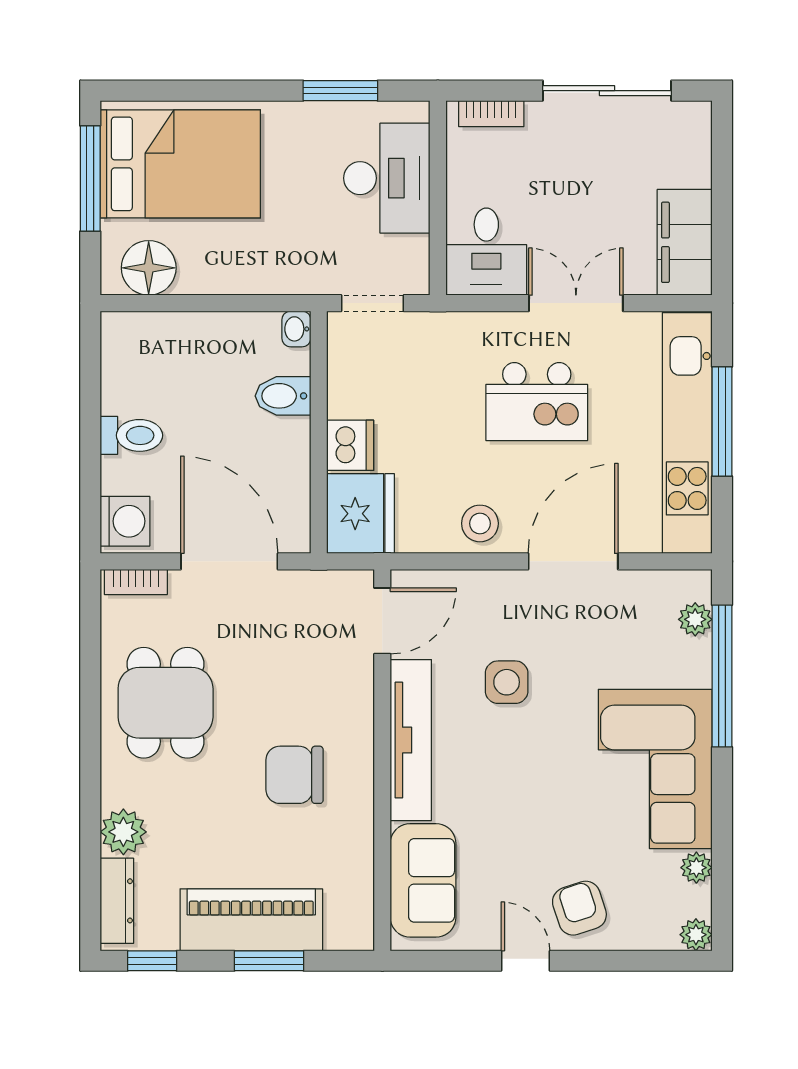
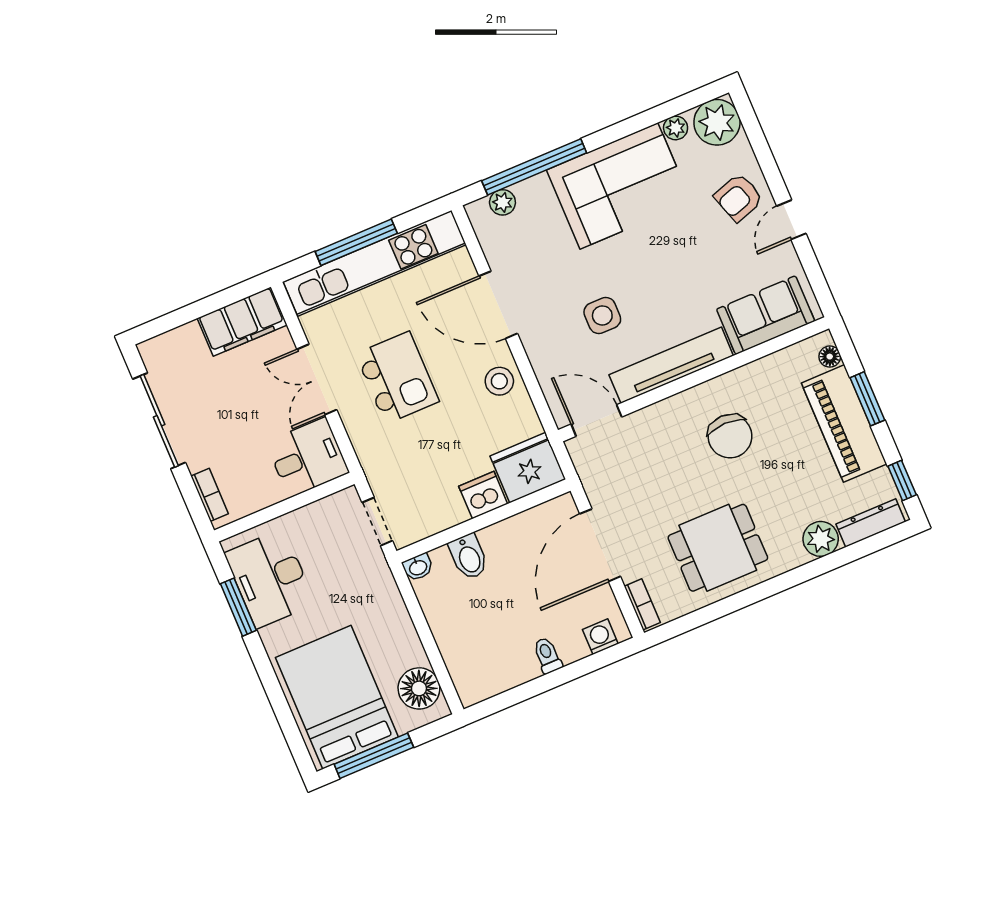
desk: (387, 178) -> (270, 578), moved, turned -90
toilet: (131, 435) -> (547, 655), width x0.73, depth x0.72
washing machine: (125, 521) -> (600, 637), width x0.73, depth x0.73
plant: (696, 935) -> (717, 122), width x1.87, depth x1.87
floor lamp: (340, 937) -> (830, 357), added

